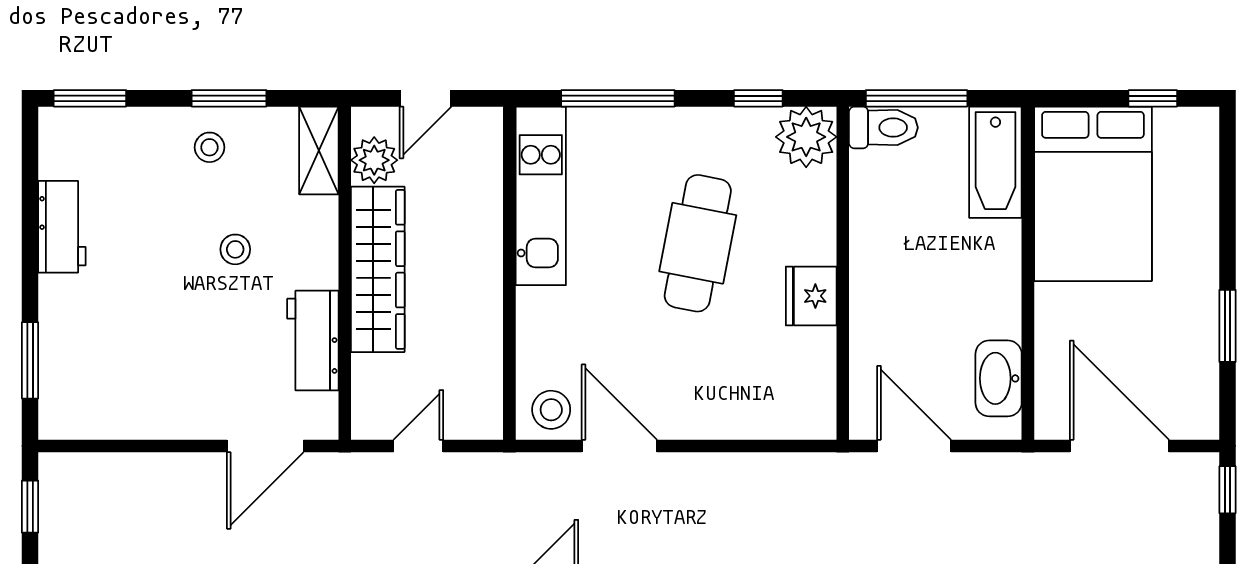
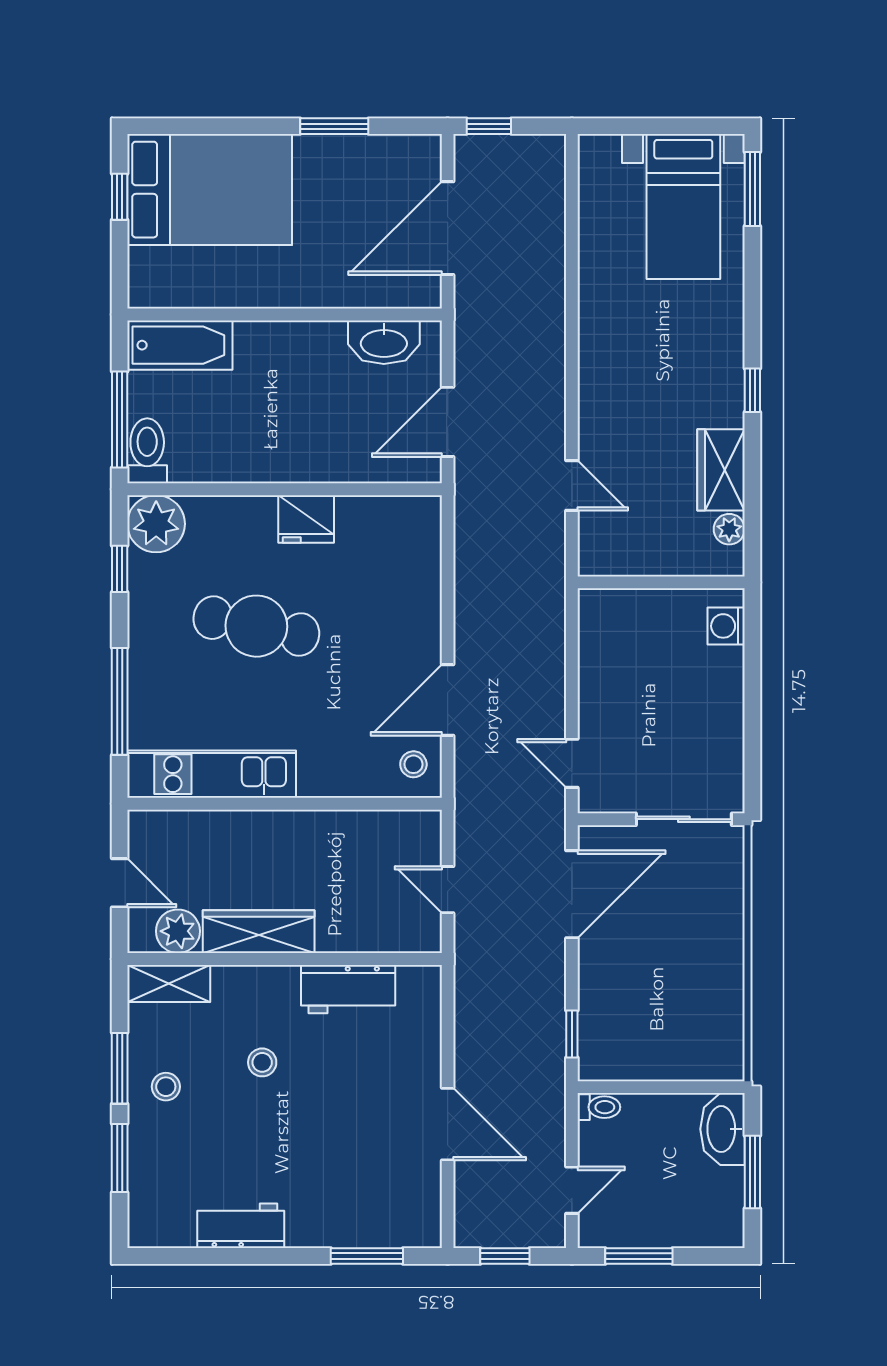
window: (90, 98) -> (120, 1158), moved
bed: (1093, 194) -> (210, 190), moved
wardrobe: (378, 269) -> (259, 932), width x0.71, depth x0.85
stool: (551, 410) -> (413, 764), width x0.73, depth x0.73
door: (265, 446) -> (448, 1124), moved

